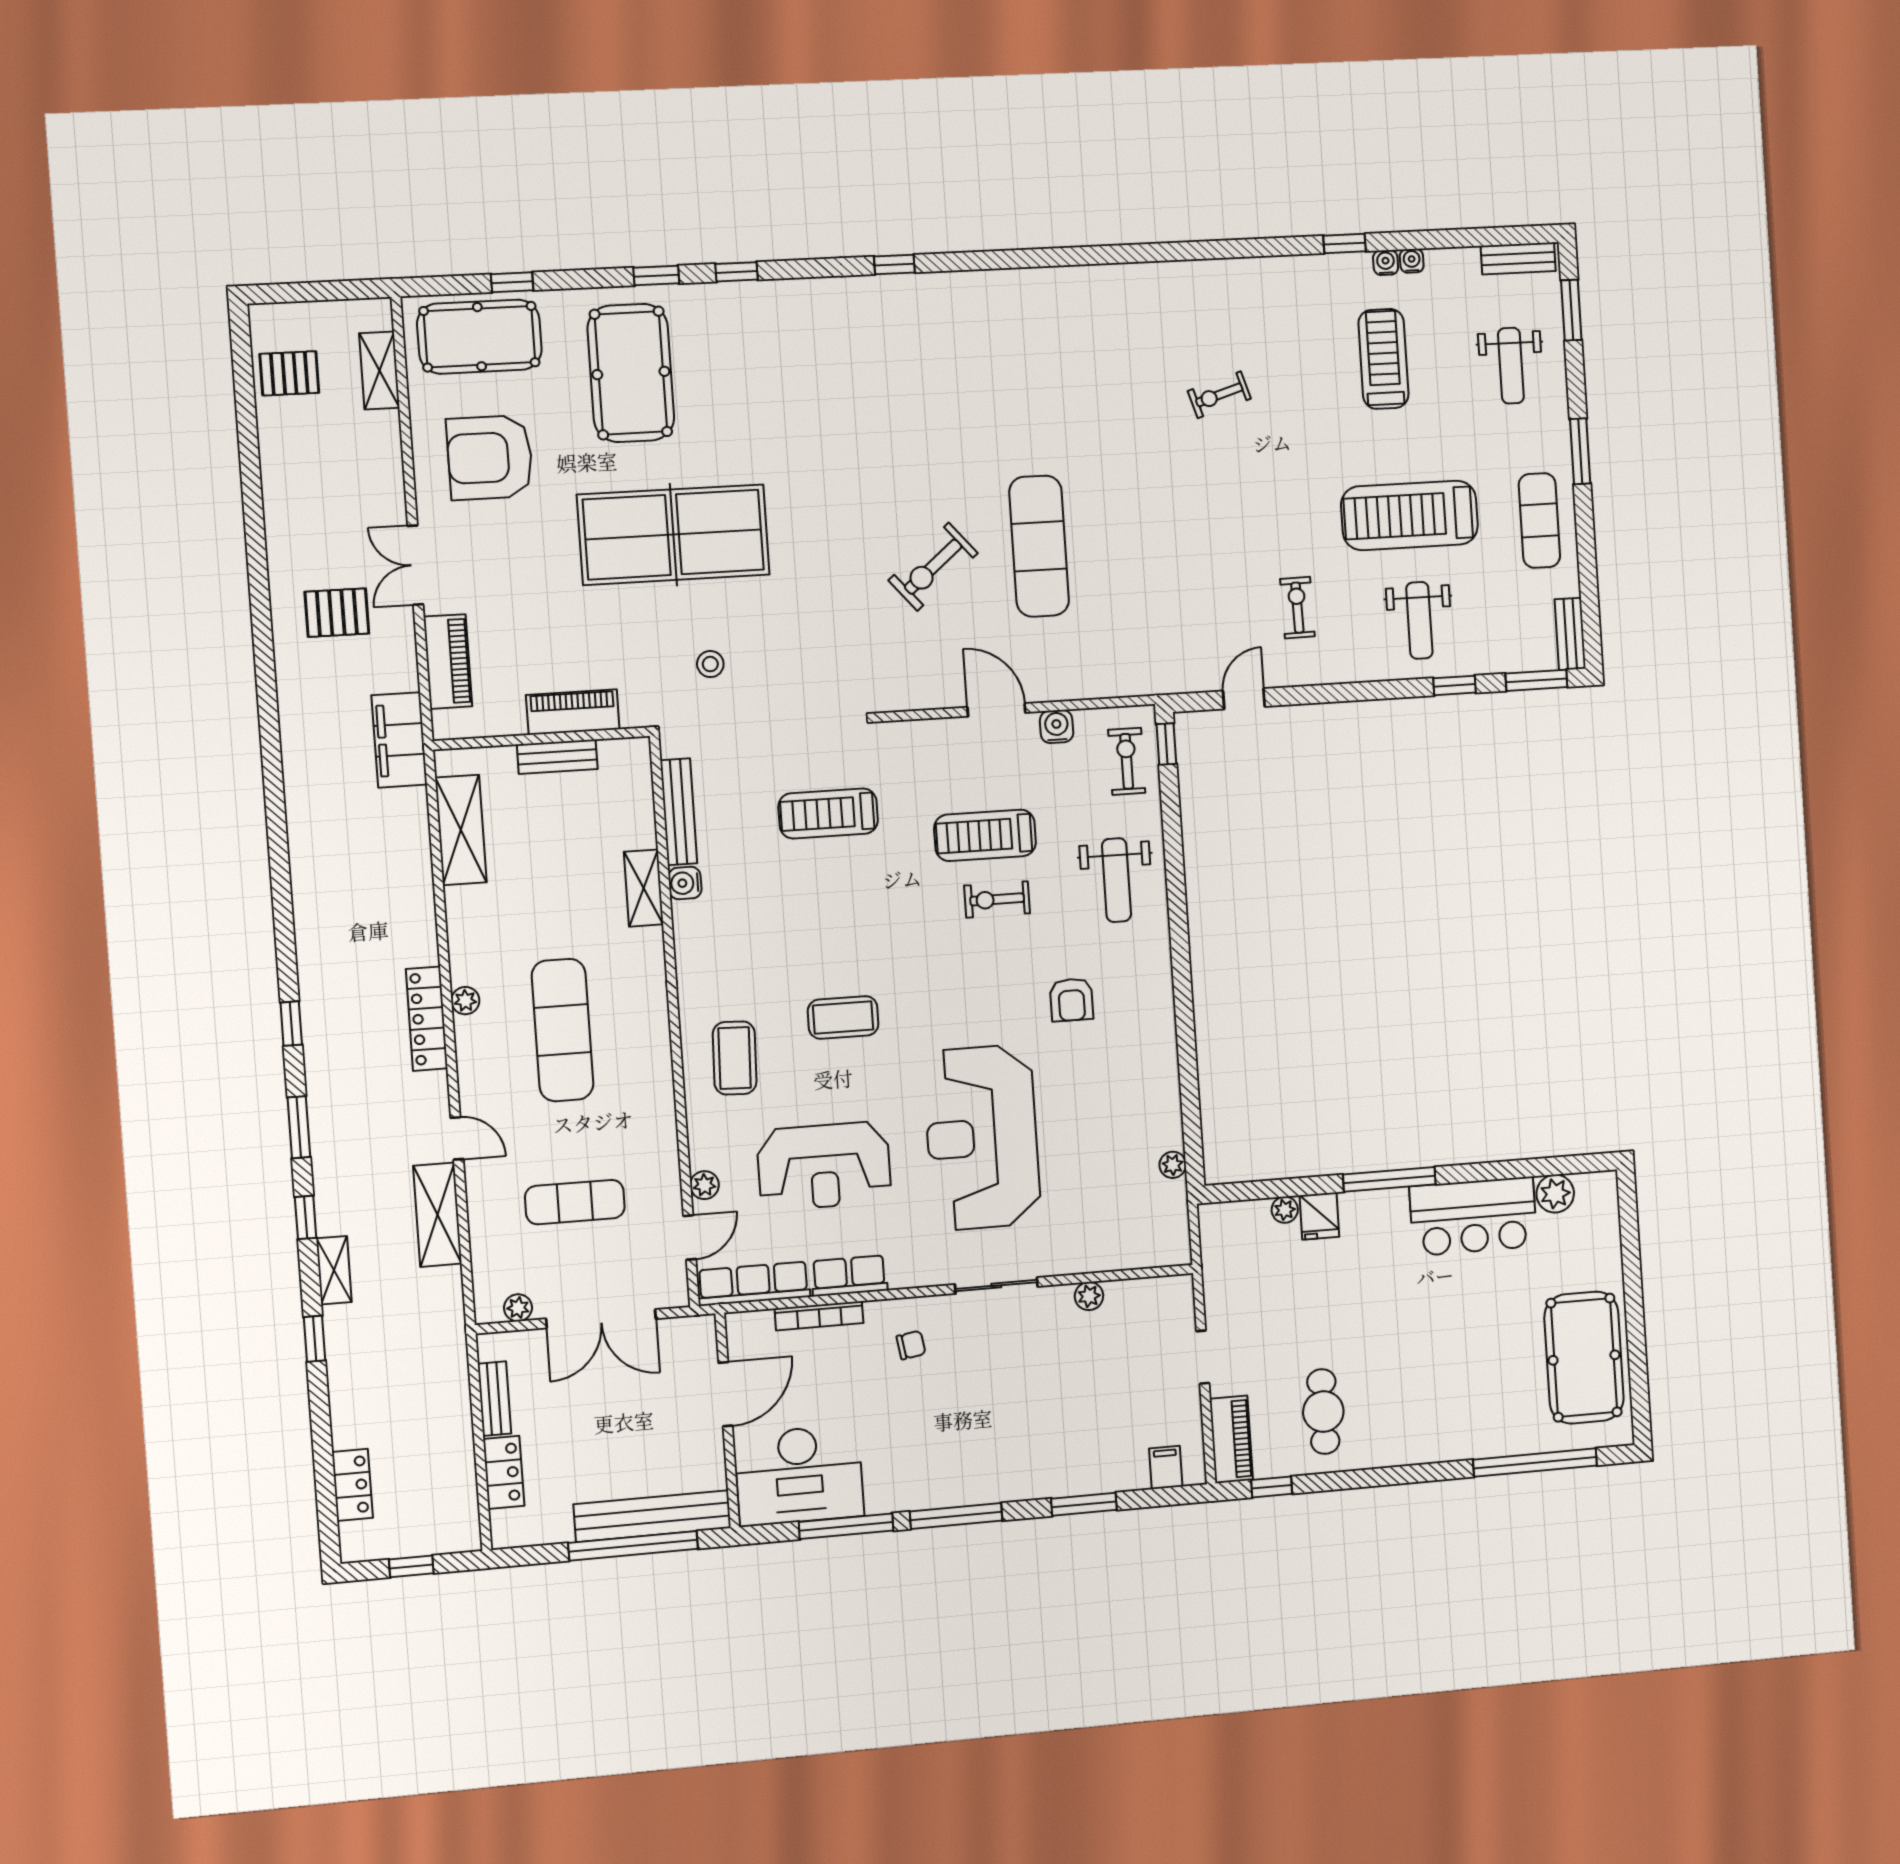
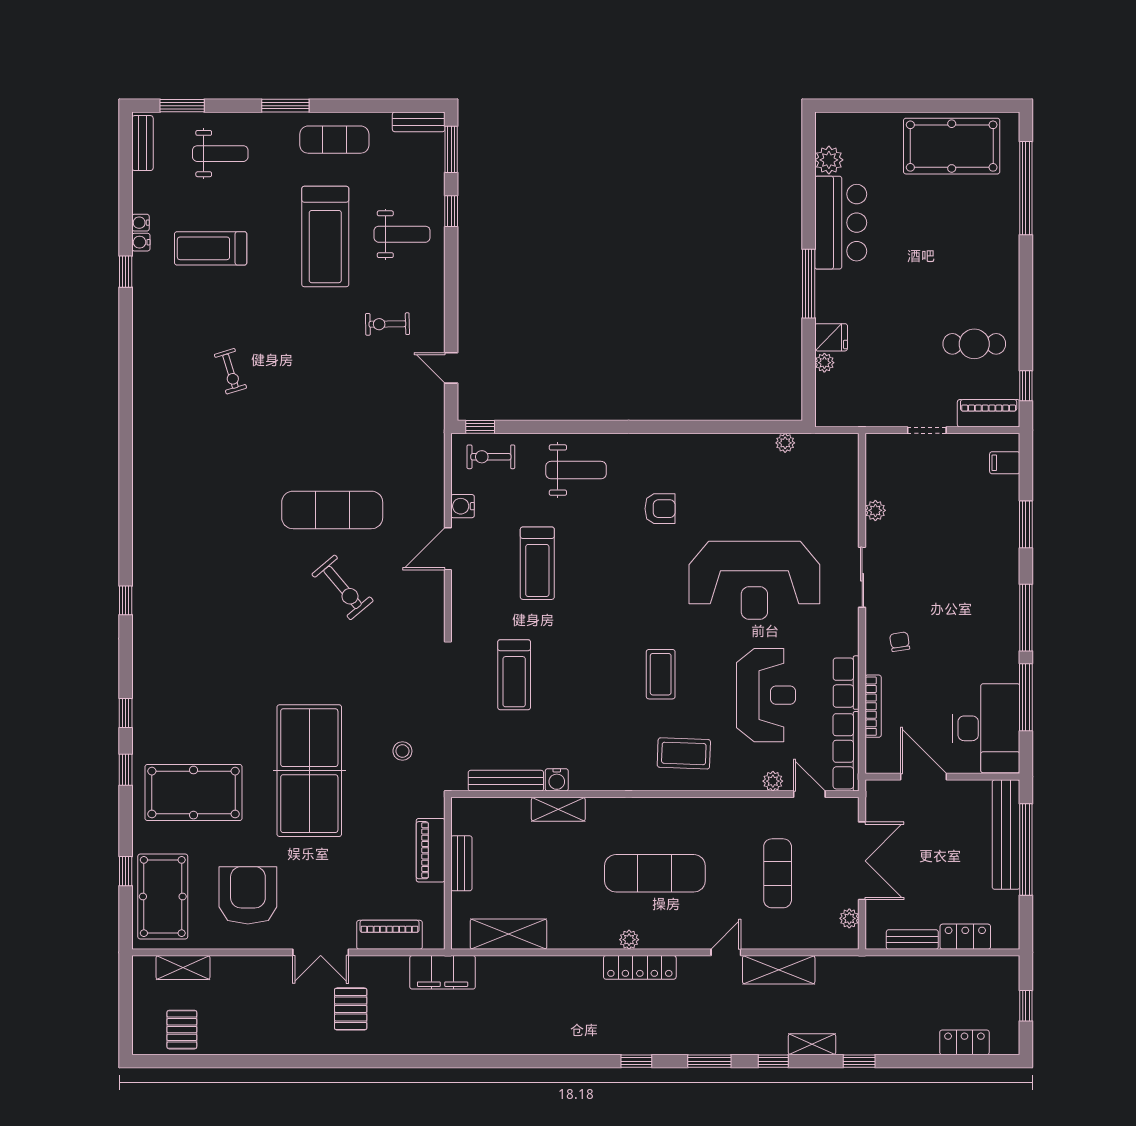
armchair: (490, 458) -> (248, 895), turned 180
exercise bike: (997, 899) -> (584, 558), removed

